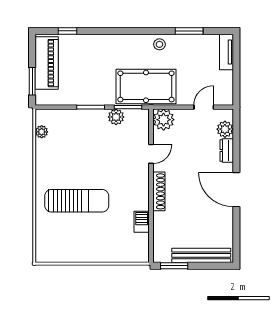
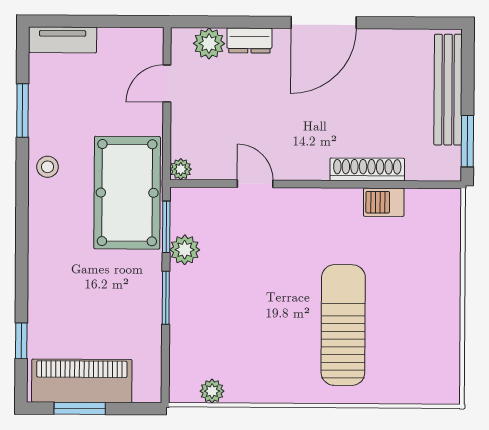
window: (32, 81) -> (80, 408), moved
door: (204, 107) -> (167, 84), hinge flipped
plant: (164, 120) -> (181, 169), width x0.53, depth x0.53
shoe rack: (159, 191) -> (367, 169), moved

